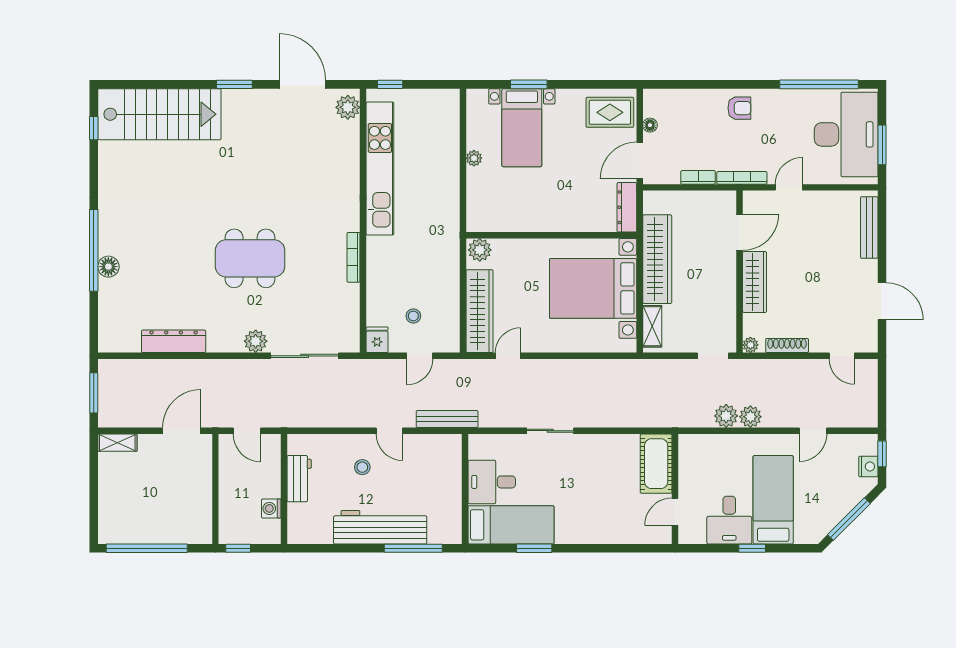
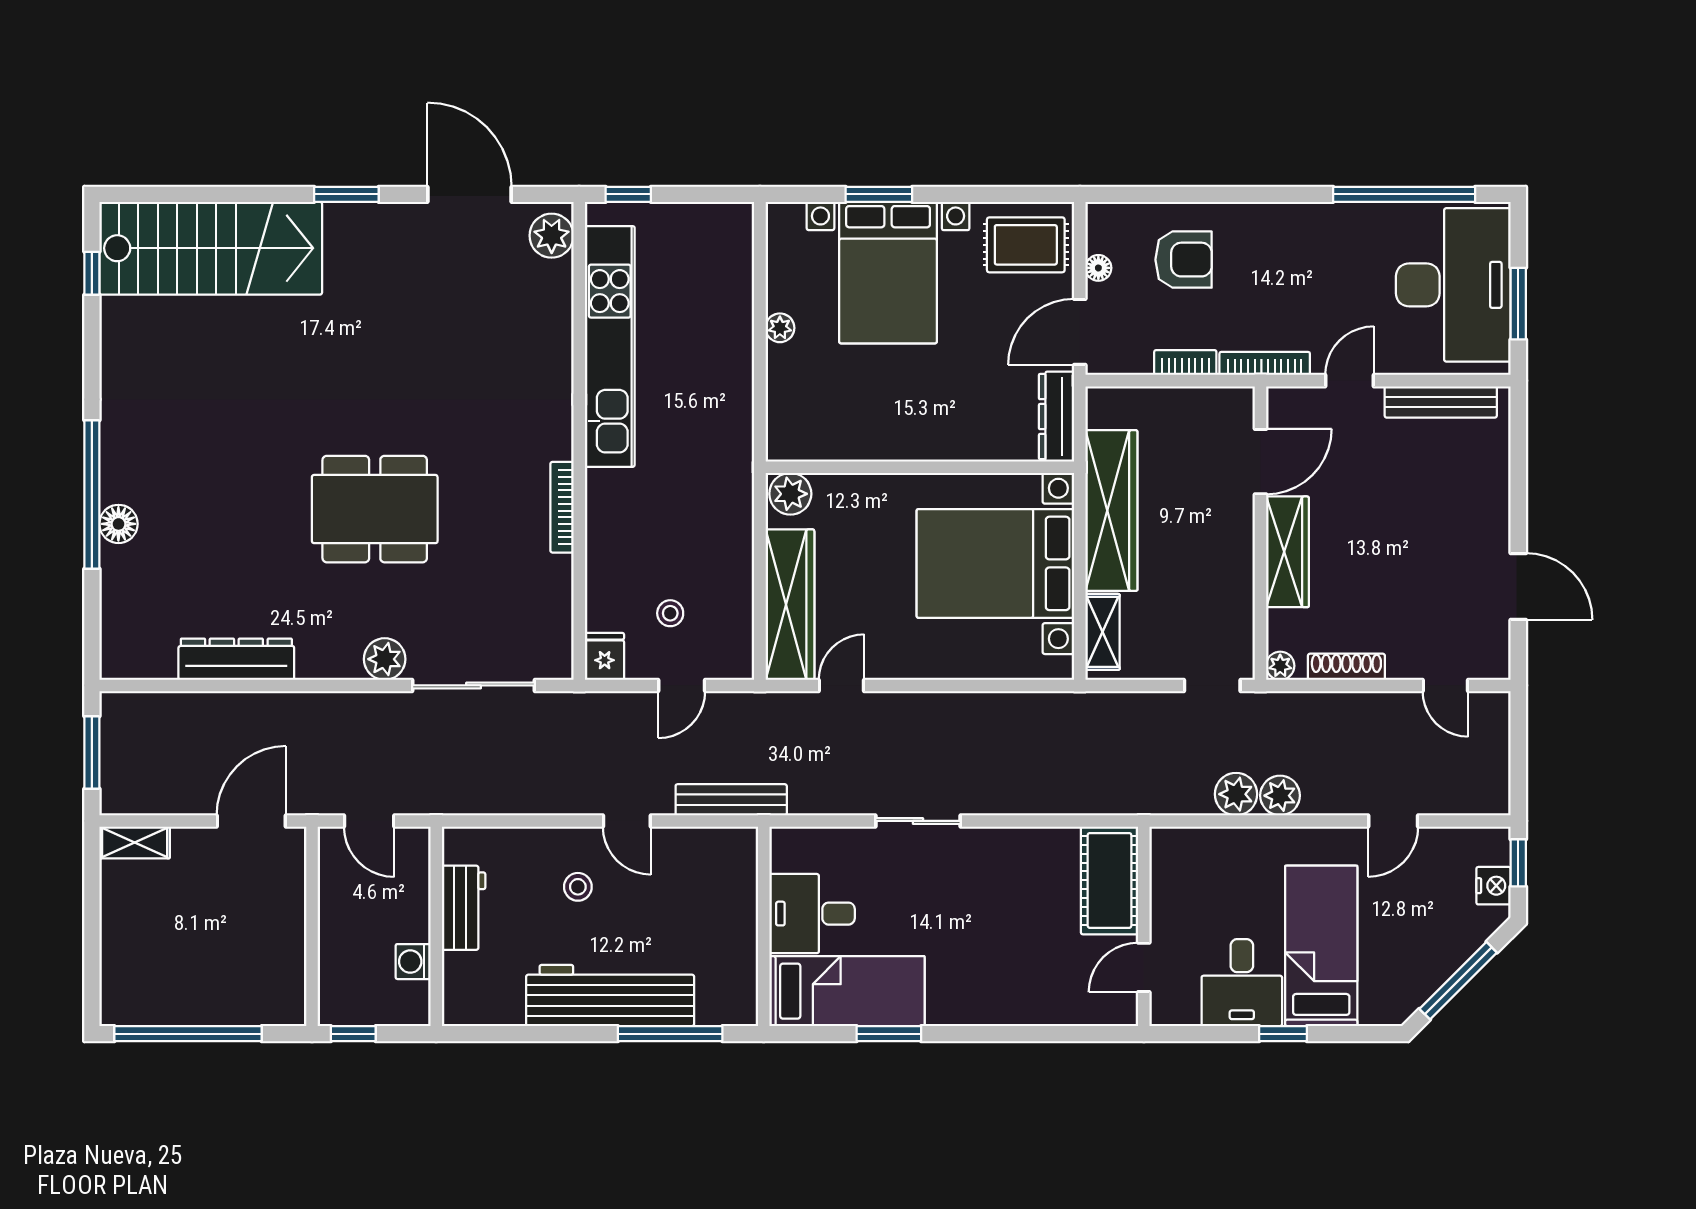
armchair: (739, 108) -> (1184, 260), moved, width x1.38, depth x1.38
bed with nightstands: (522, 128) -> (888, 273), width x1.36
bench: (869, 228) -> (1441, 402), moved, turned 90

